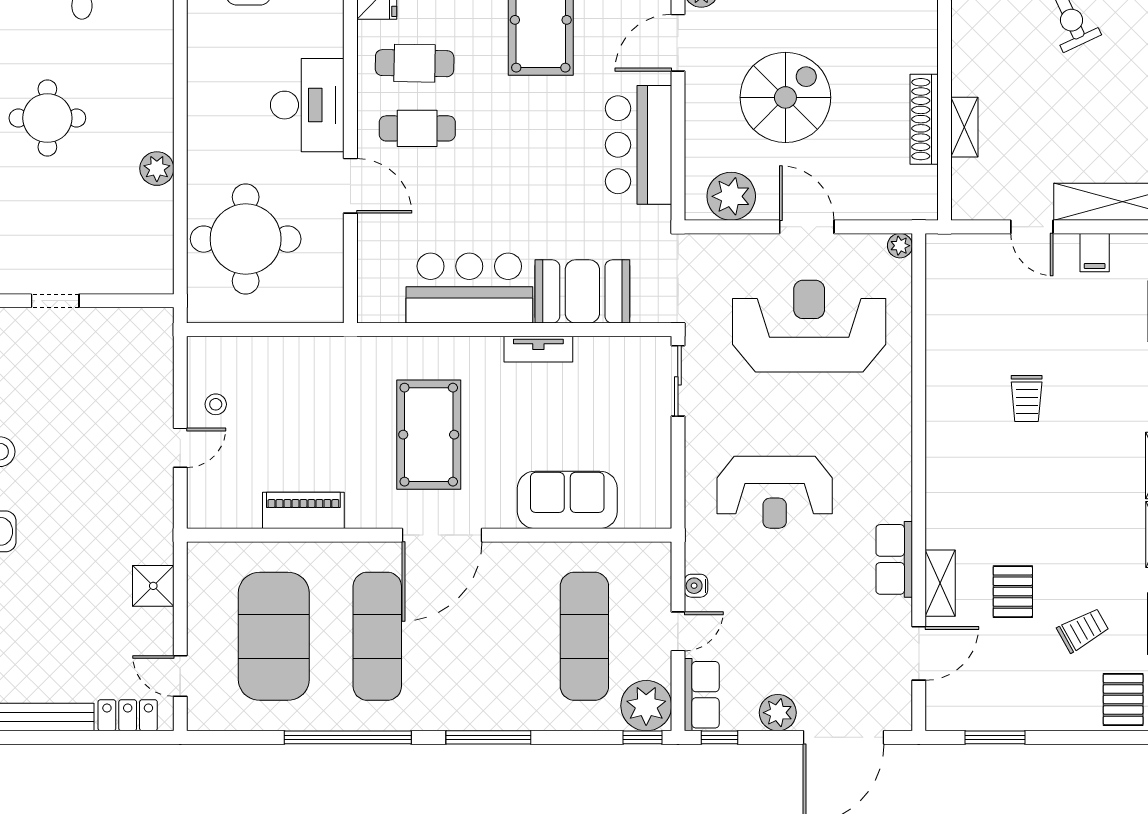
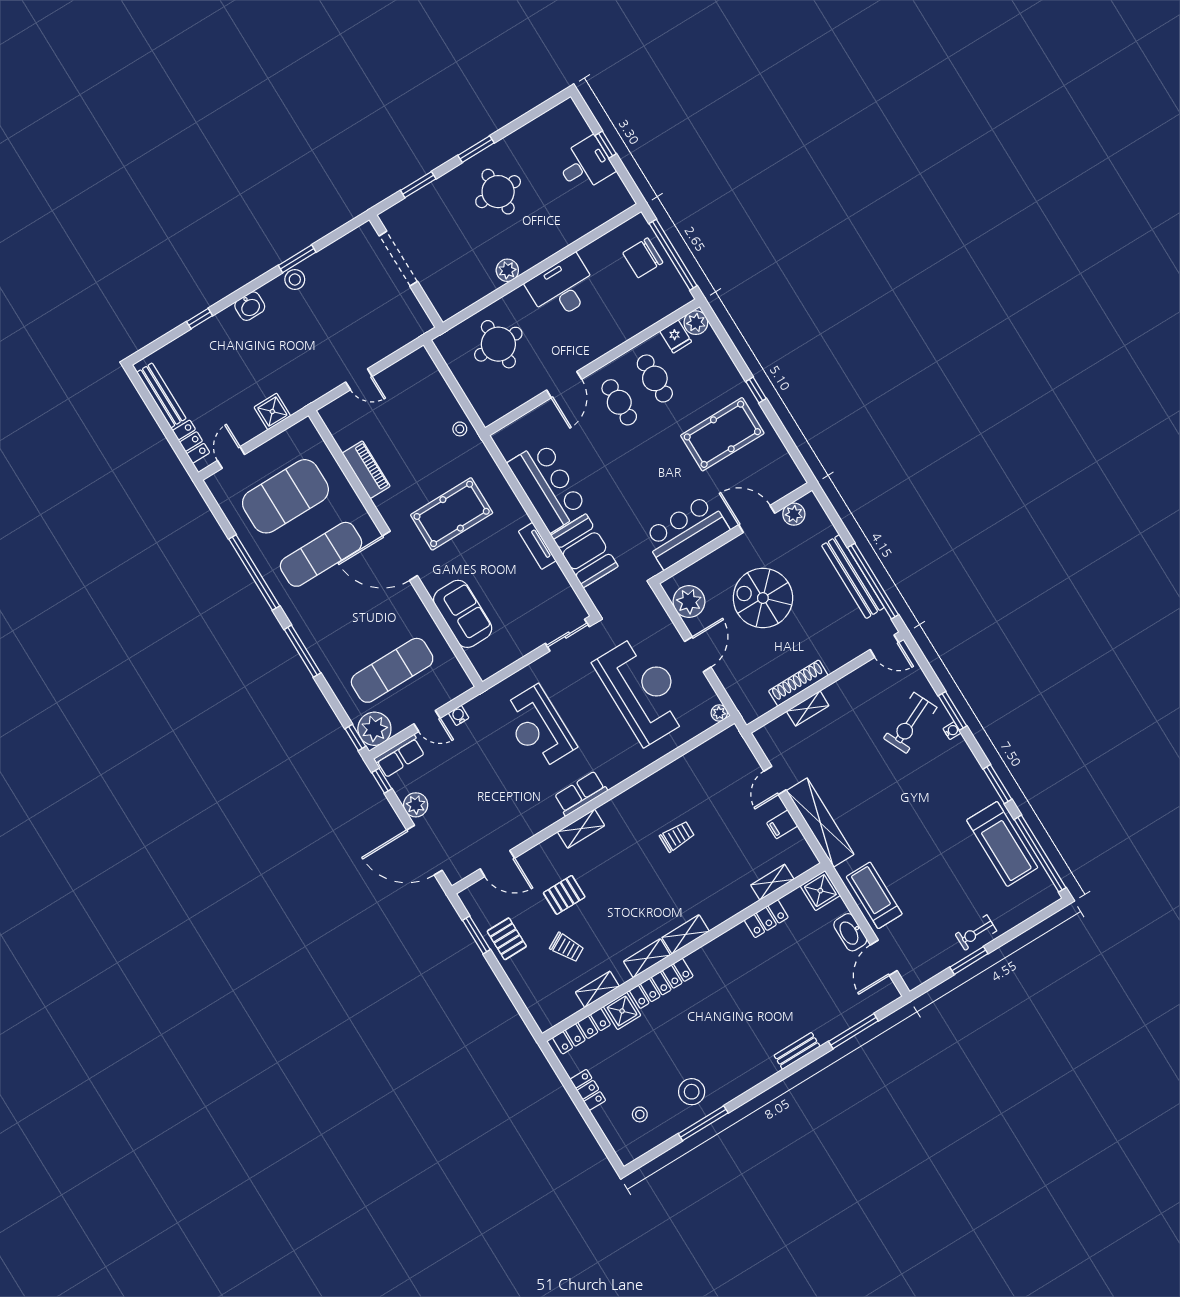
spiral stairs: (785, 97) -> (763, 598), turned 180
desk: (307, 105) -> (562, 288), moved, turned 180
round table: (246, 239) -> (498, 344), width x0.73, depth x0.73
doorway: (55, 301) -> (398, 259), width x1.87
trolley: (1027, 398) -> (677, 836), turned 180
stool: (216, 404) -> (460, 429), moved
row of seats: (894, 559) -> (581, 793), moved
shelving: (940, 583) -> (581, 829), moved
pallet: (1123, 699) -> (507, 939), moved, turned 90

